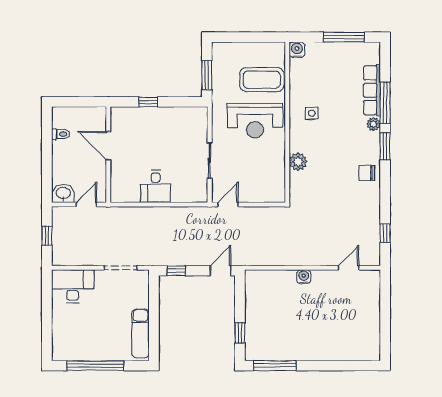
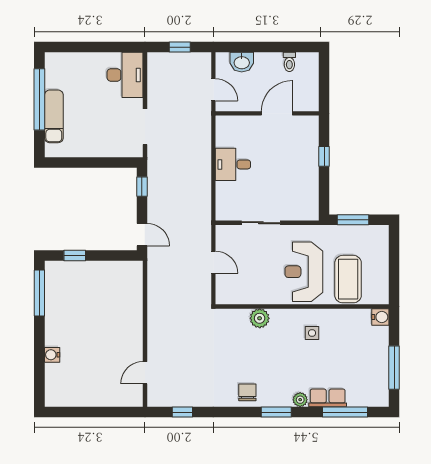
row of seats: (372, 90) -> (328, 398), width x0.68
window: (385, 103) -> (345, 412), moved
washbasin: (63, 193) -> (242, 62), moved, turned 90
door: (228, 205) -> (213, 262), moved
door: (349, 268) -> (145, 373), swing flipped
water cooler: (304, 277) -> (52, 355), moved, turned 180
exam couch: (140, 333) -> (54, 116), moved, turned 90

